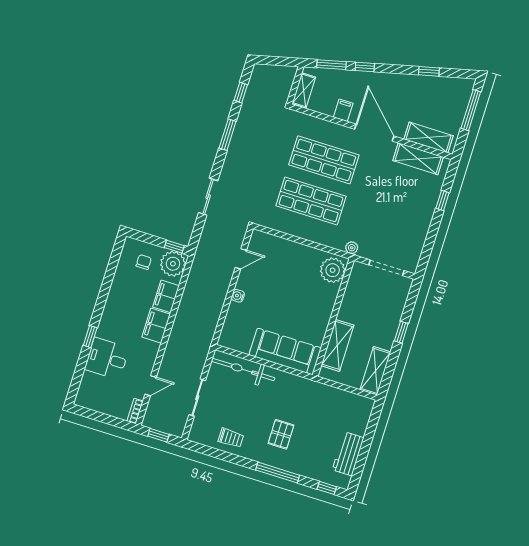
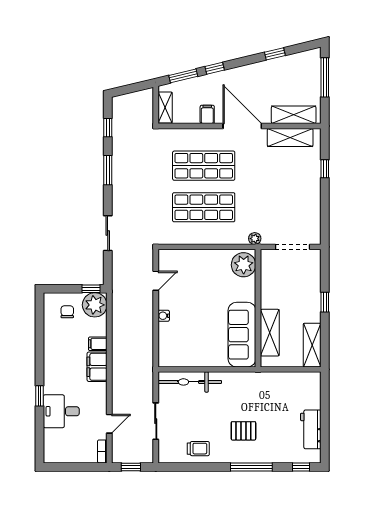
filing cabinet: (166, 296) -> (98, 344), width x0.50
sofa: (285, 351) -> (242, 335), moved, turned -90
pallet: (281, 434) -> (243, 431), turned 90

